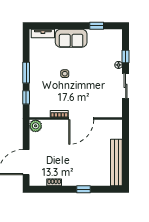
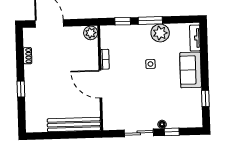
plant: (38, 64) -> (160, 33), added
bench: (116, 163) -> (74, 125), moved

